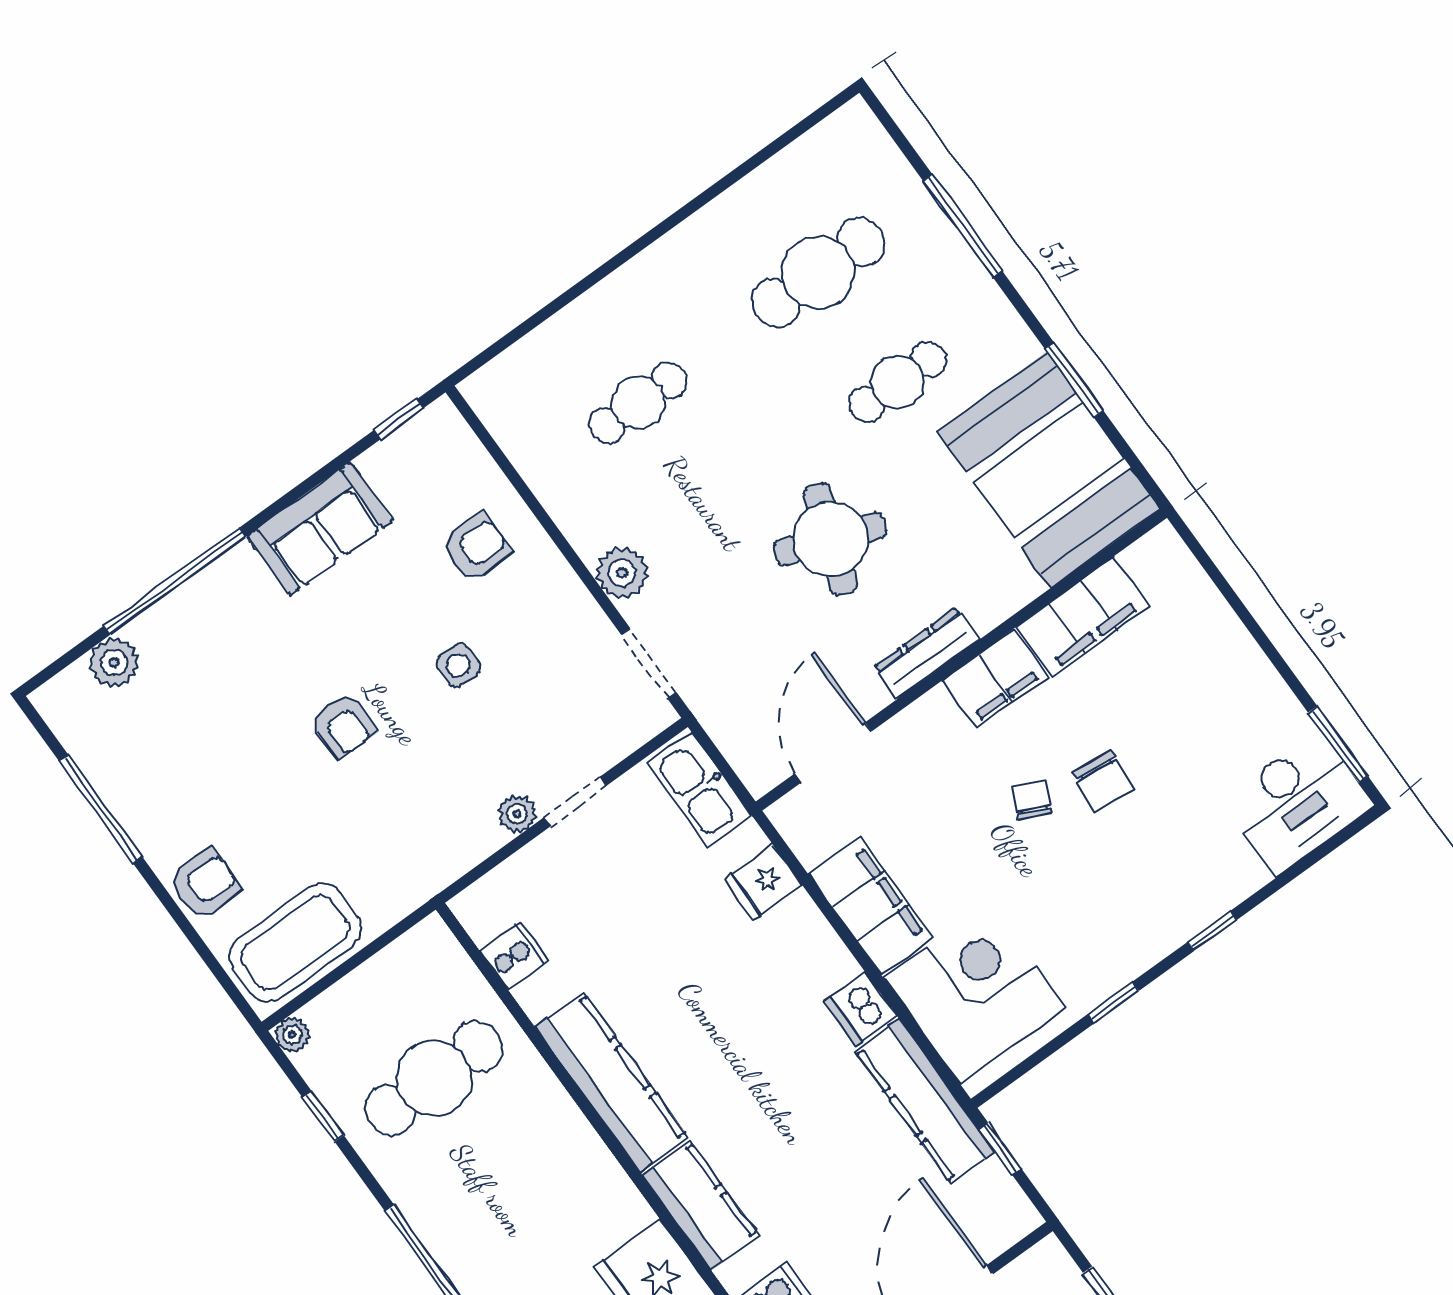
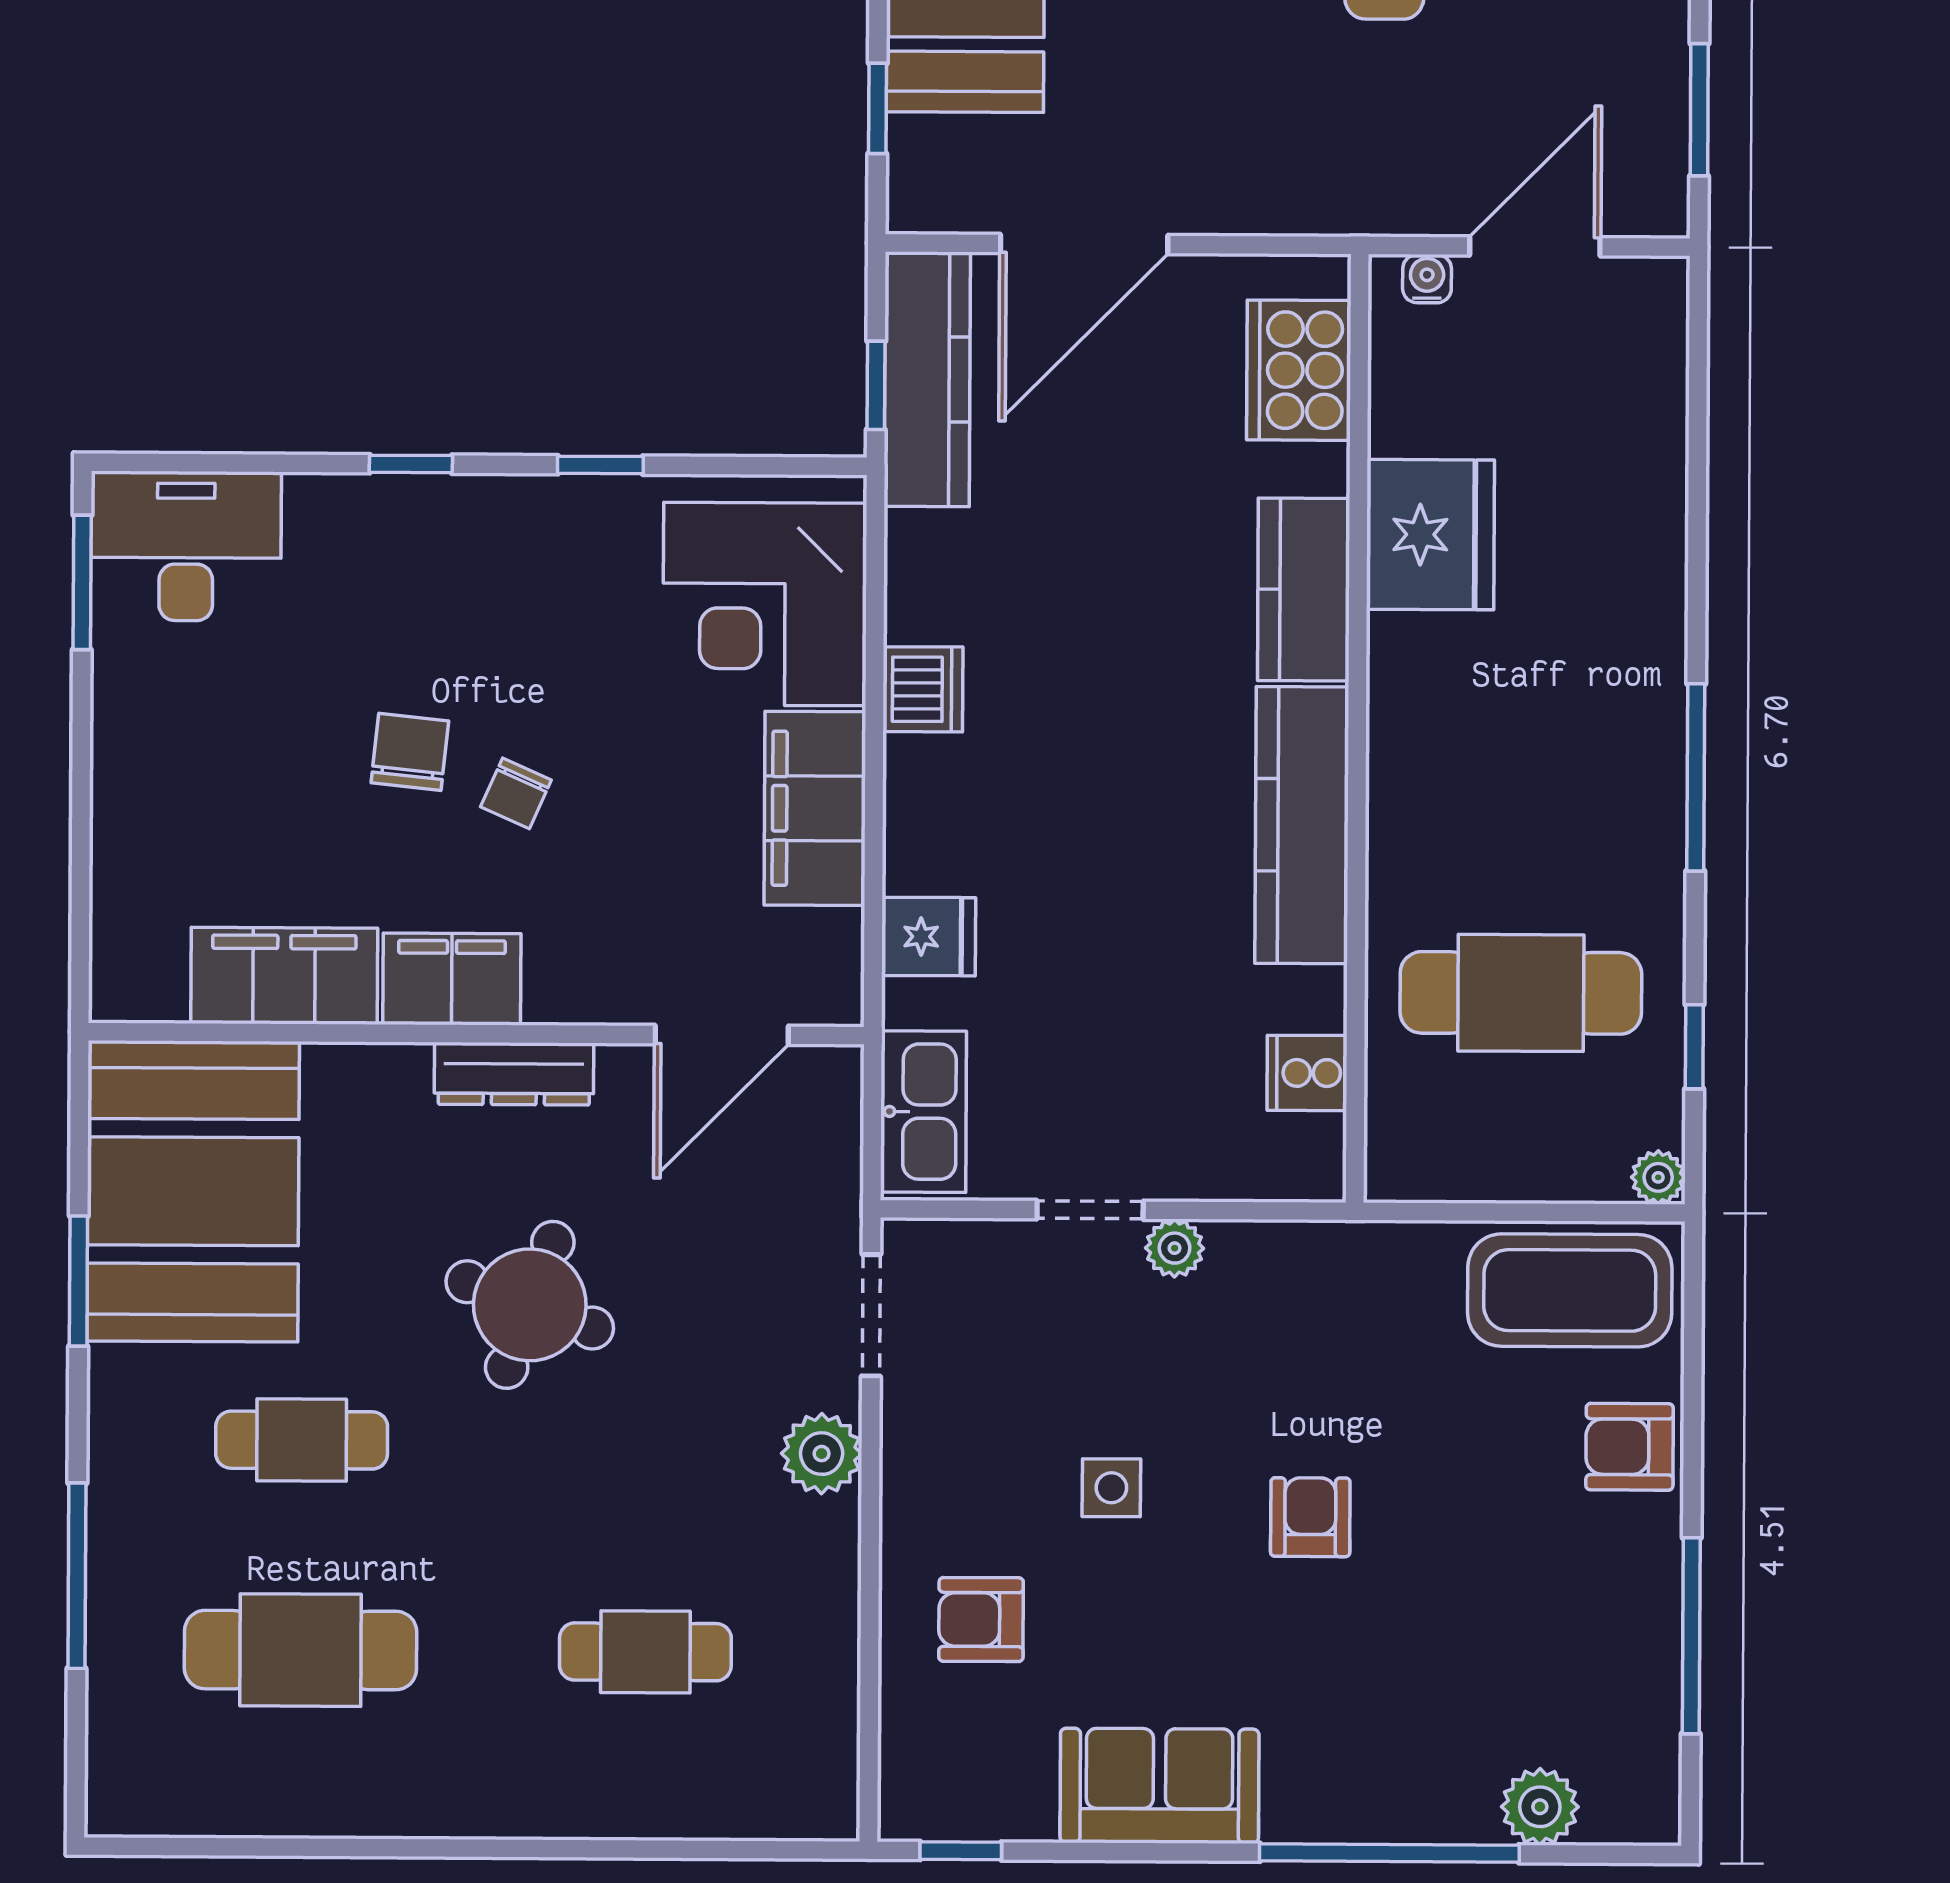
kitchen counter: (925, 1101) -> (927, 379), moved

